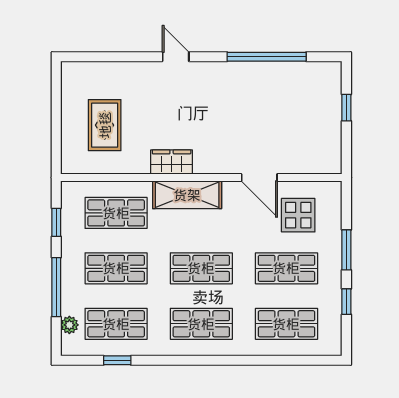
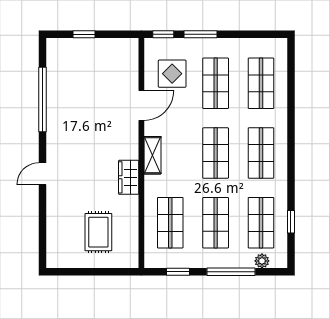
rug: (105, 125) -> (98, 232), turned 90
shelving: (187, 195) -> (153, 155), width x0.67, depth x0.75
window: (346, 302) -> (163, 34), moved

